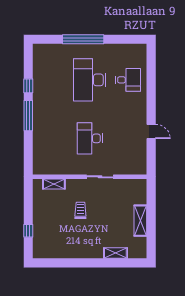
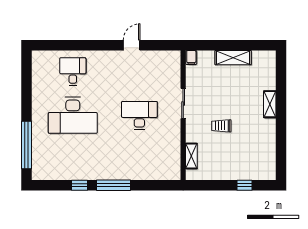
window: (83, 39) -> (27, 145), moved
desk: (90, 138) -> (139, 115), turned 180
filing cabinet: (140, 184) -> (191, 58), added
shelving: (115, 253) -> (270, 104), moved

